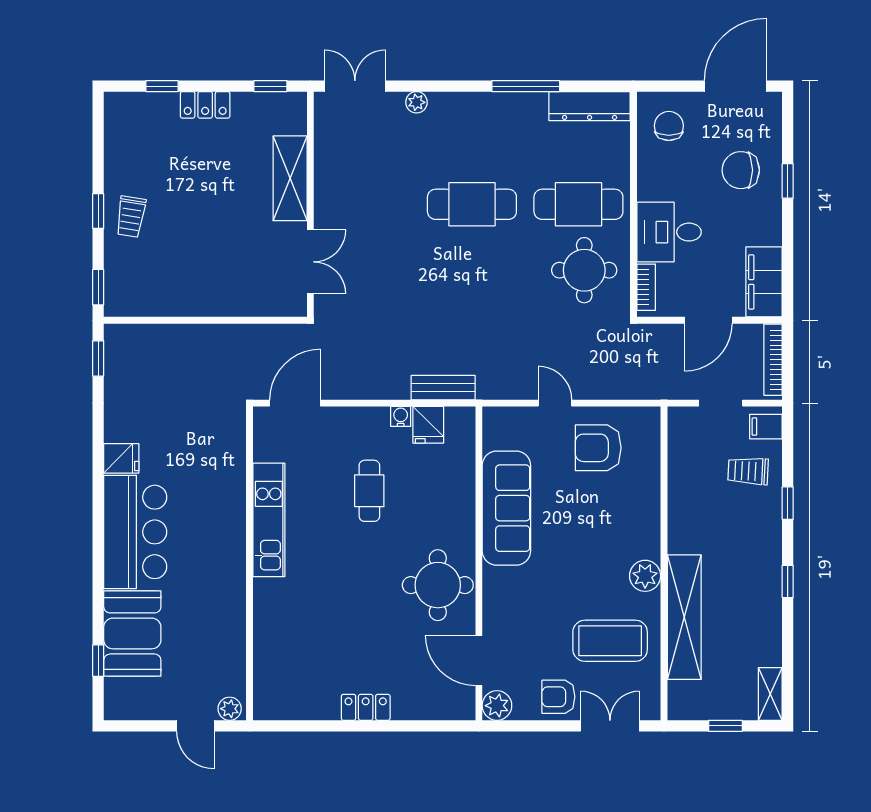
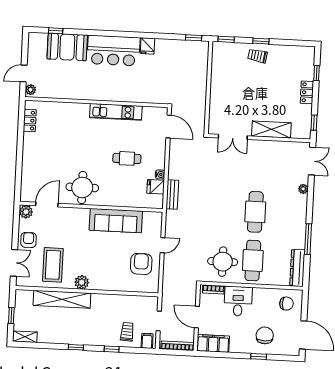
locker: (366, 707) -> (30, 120), moved

